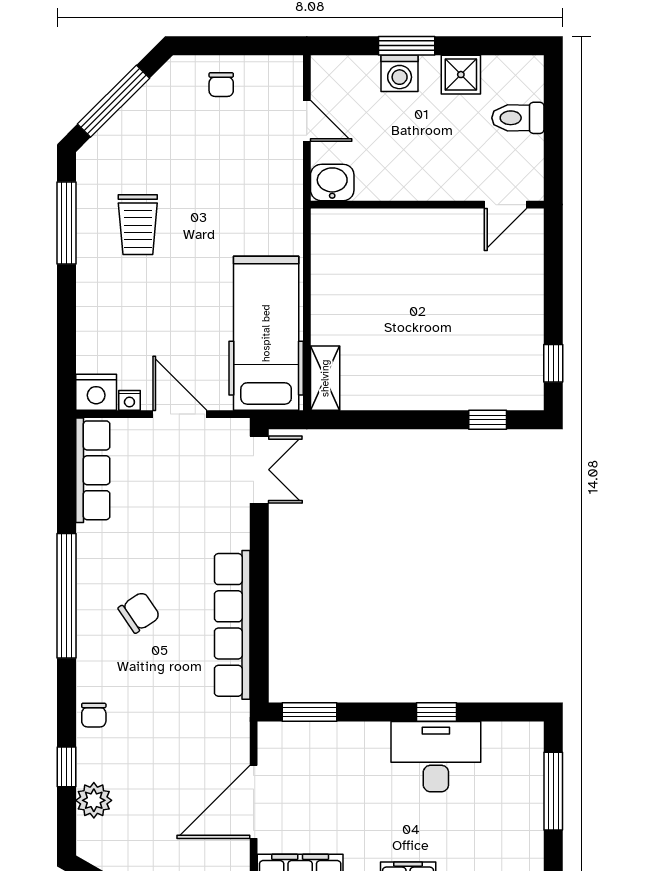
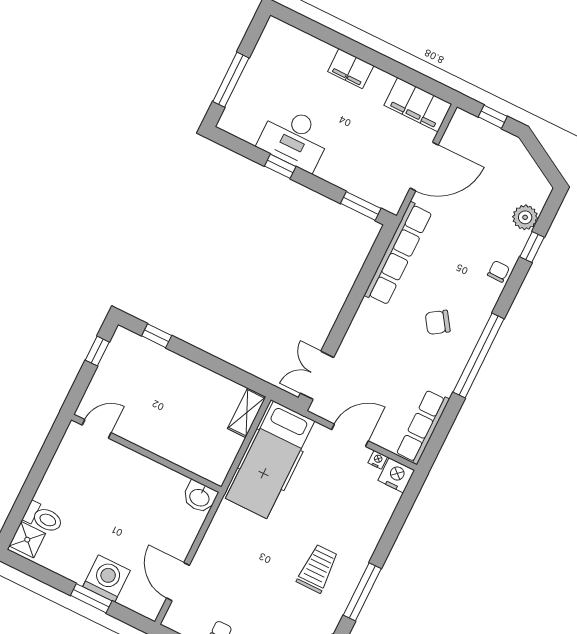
washing machine: (400, 73) -> (106, 579), width x1.37, depth x1.37
shower: (461, 75) -> (27, 540), moved
door: (307, 121) -> (178, 582), width x1.38
washbasin: (332, 183) -> (200, 497), moved
wall: (427, 205) -> (146, 453), moved
door: (506, 205) -> (97, 429), moved
door: (180, 414) -> (350, 435), swing flipped
row of seats: (232, 625) -> (398, 254), moved

